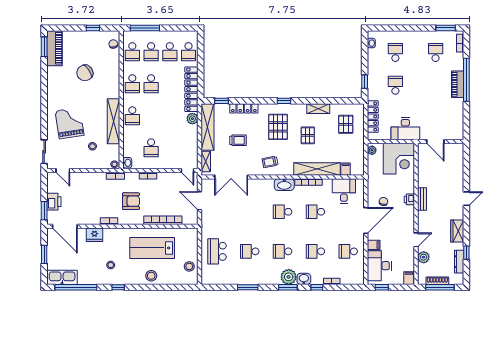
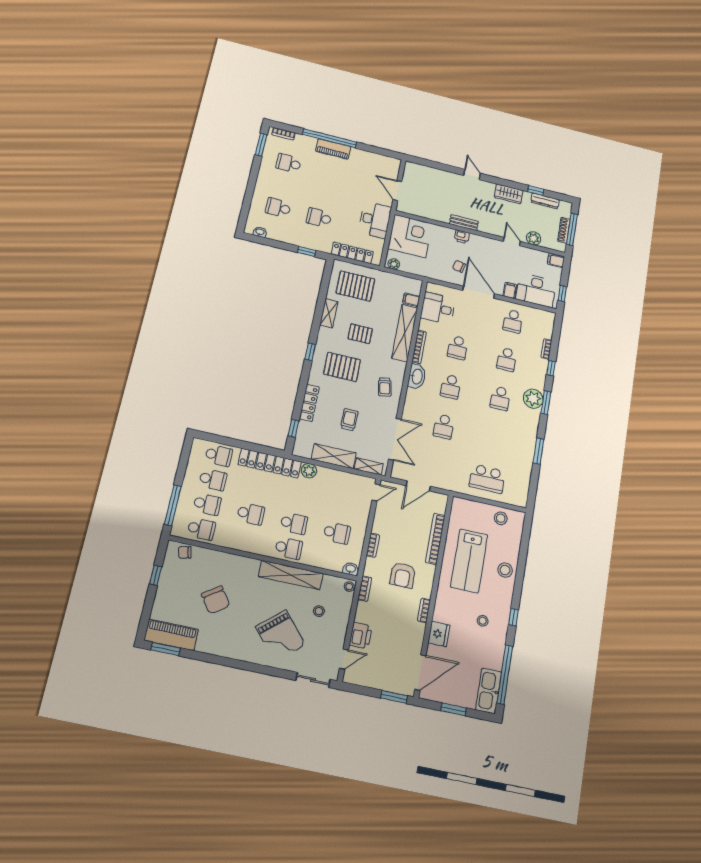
school desk: (132, 84) -> (294, 523), moved
grand piano: (70, 123) -> (280, 636), turned -122
pallet: (346, 124) -> (355, 286), width x1.50, depth x1.42
shelving: (208, 127) -> (334, 456), width x0.68
door: (435, 142) -> (397, 191), swing flipped
armchair: (131, 201) -> (403, 575), turned 180
printer: (54, 202) -> (361, 636), moved, turned 90
school desk: (250, 251) -> (444, 426), moved
washbasin: (304, 279) -> (538, 381), removed

